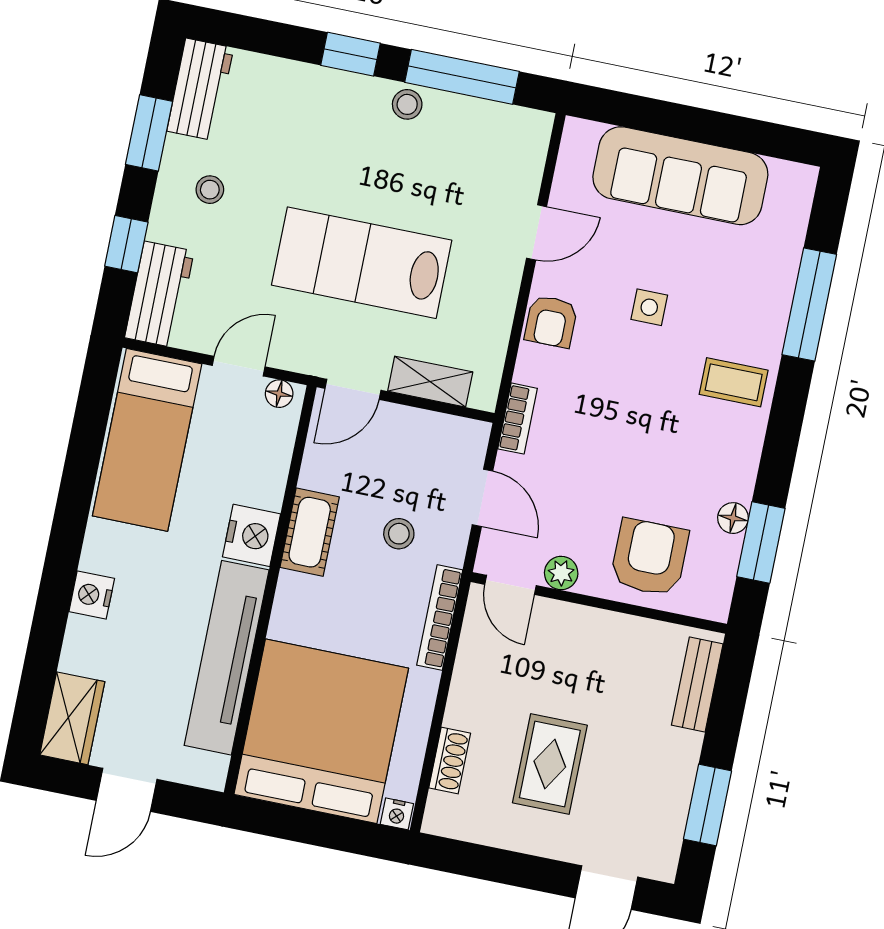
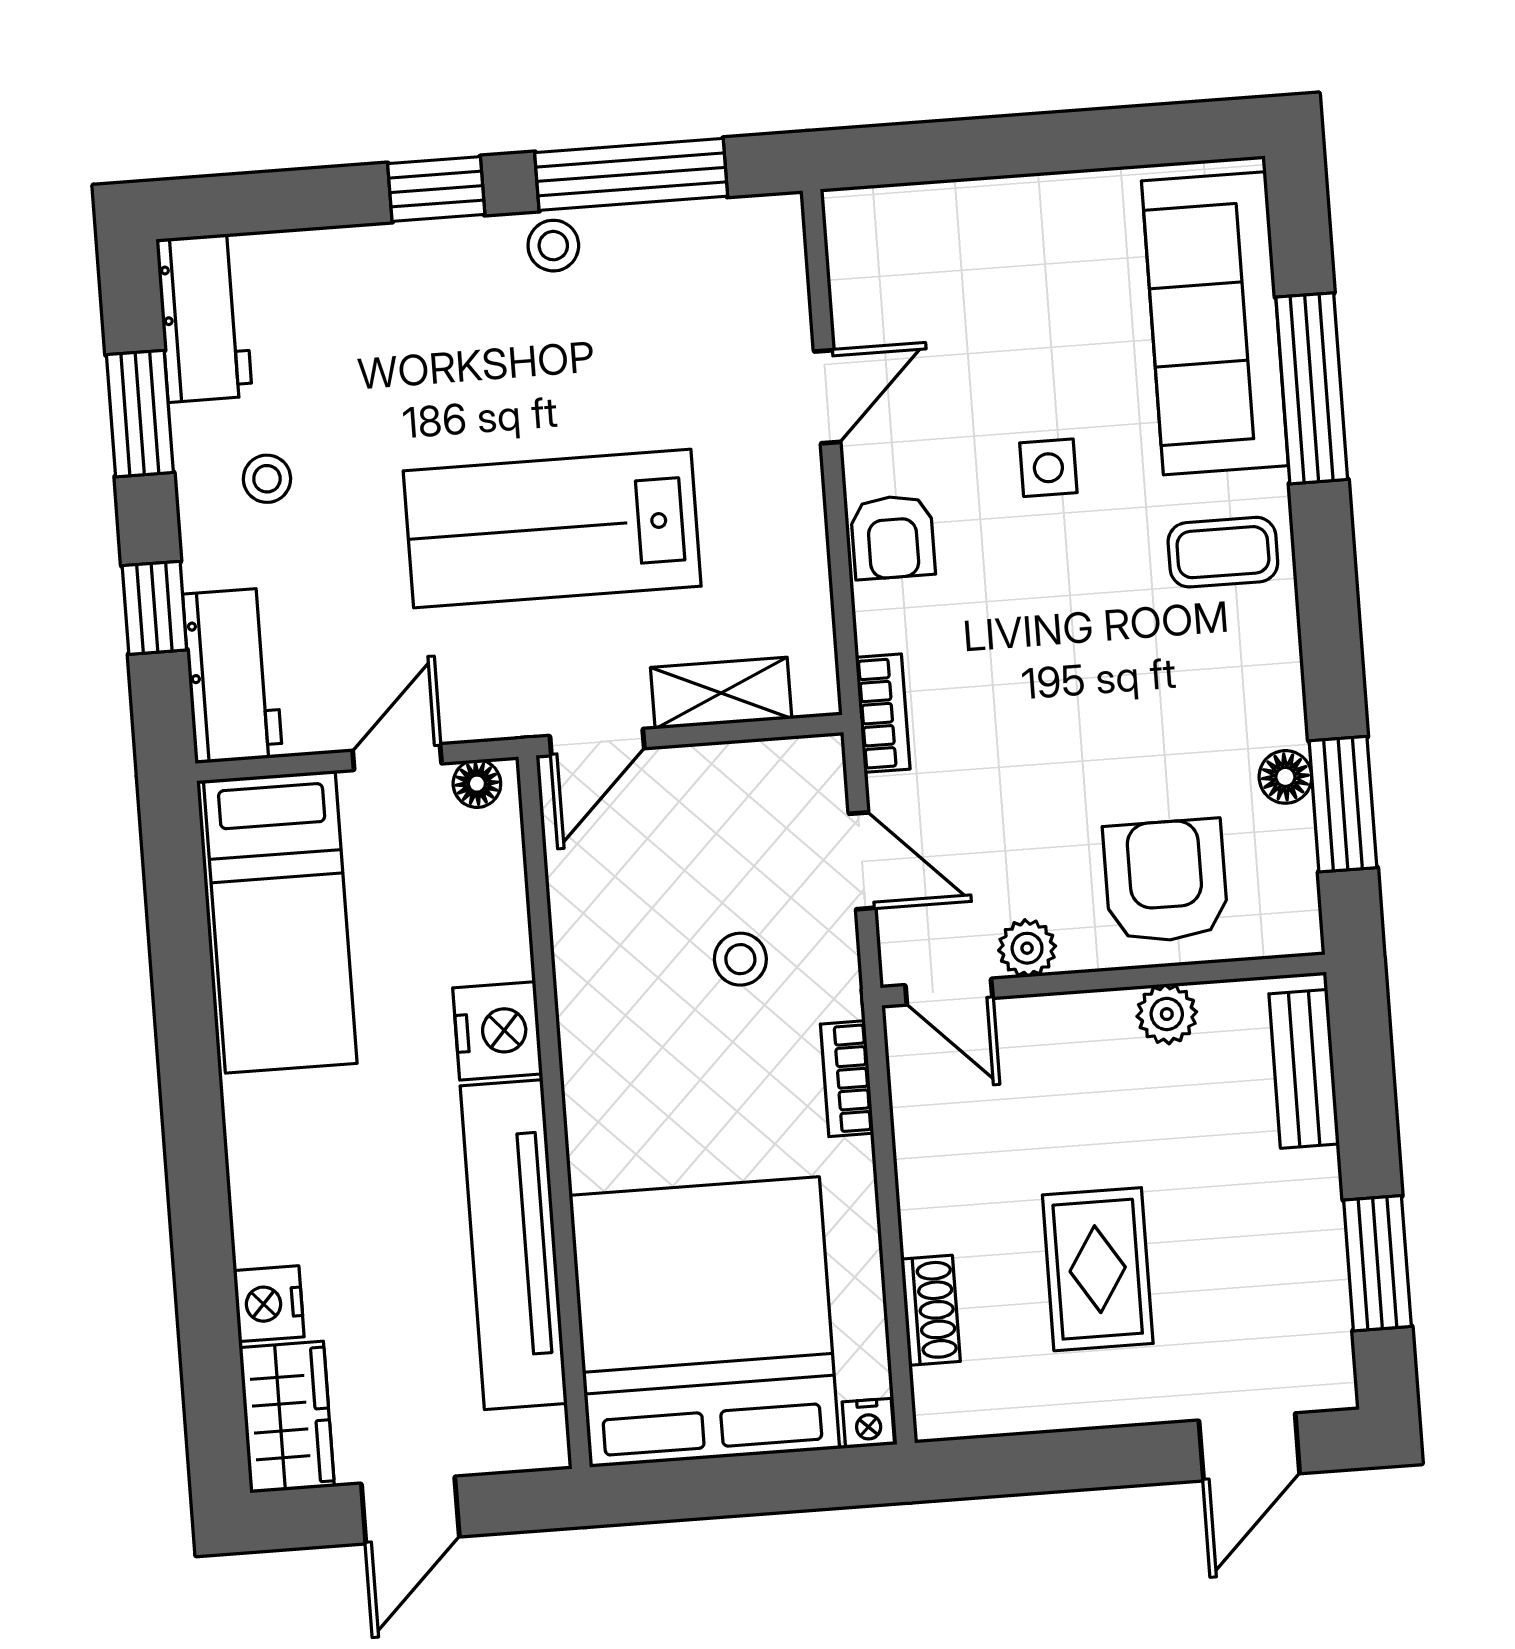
sofa: (680, 176) -> (1215, 323), moved, turned 90
cot: (310, 532) -> (592, 998), removed
nightstand: (92, 595) -> (269, 1304), moved
bookcase: (440, 618) -> (847, 1079), width x0.64
plant: (629, 632) -> (1167, 1014), added

